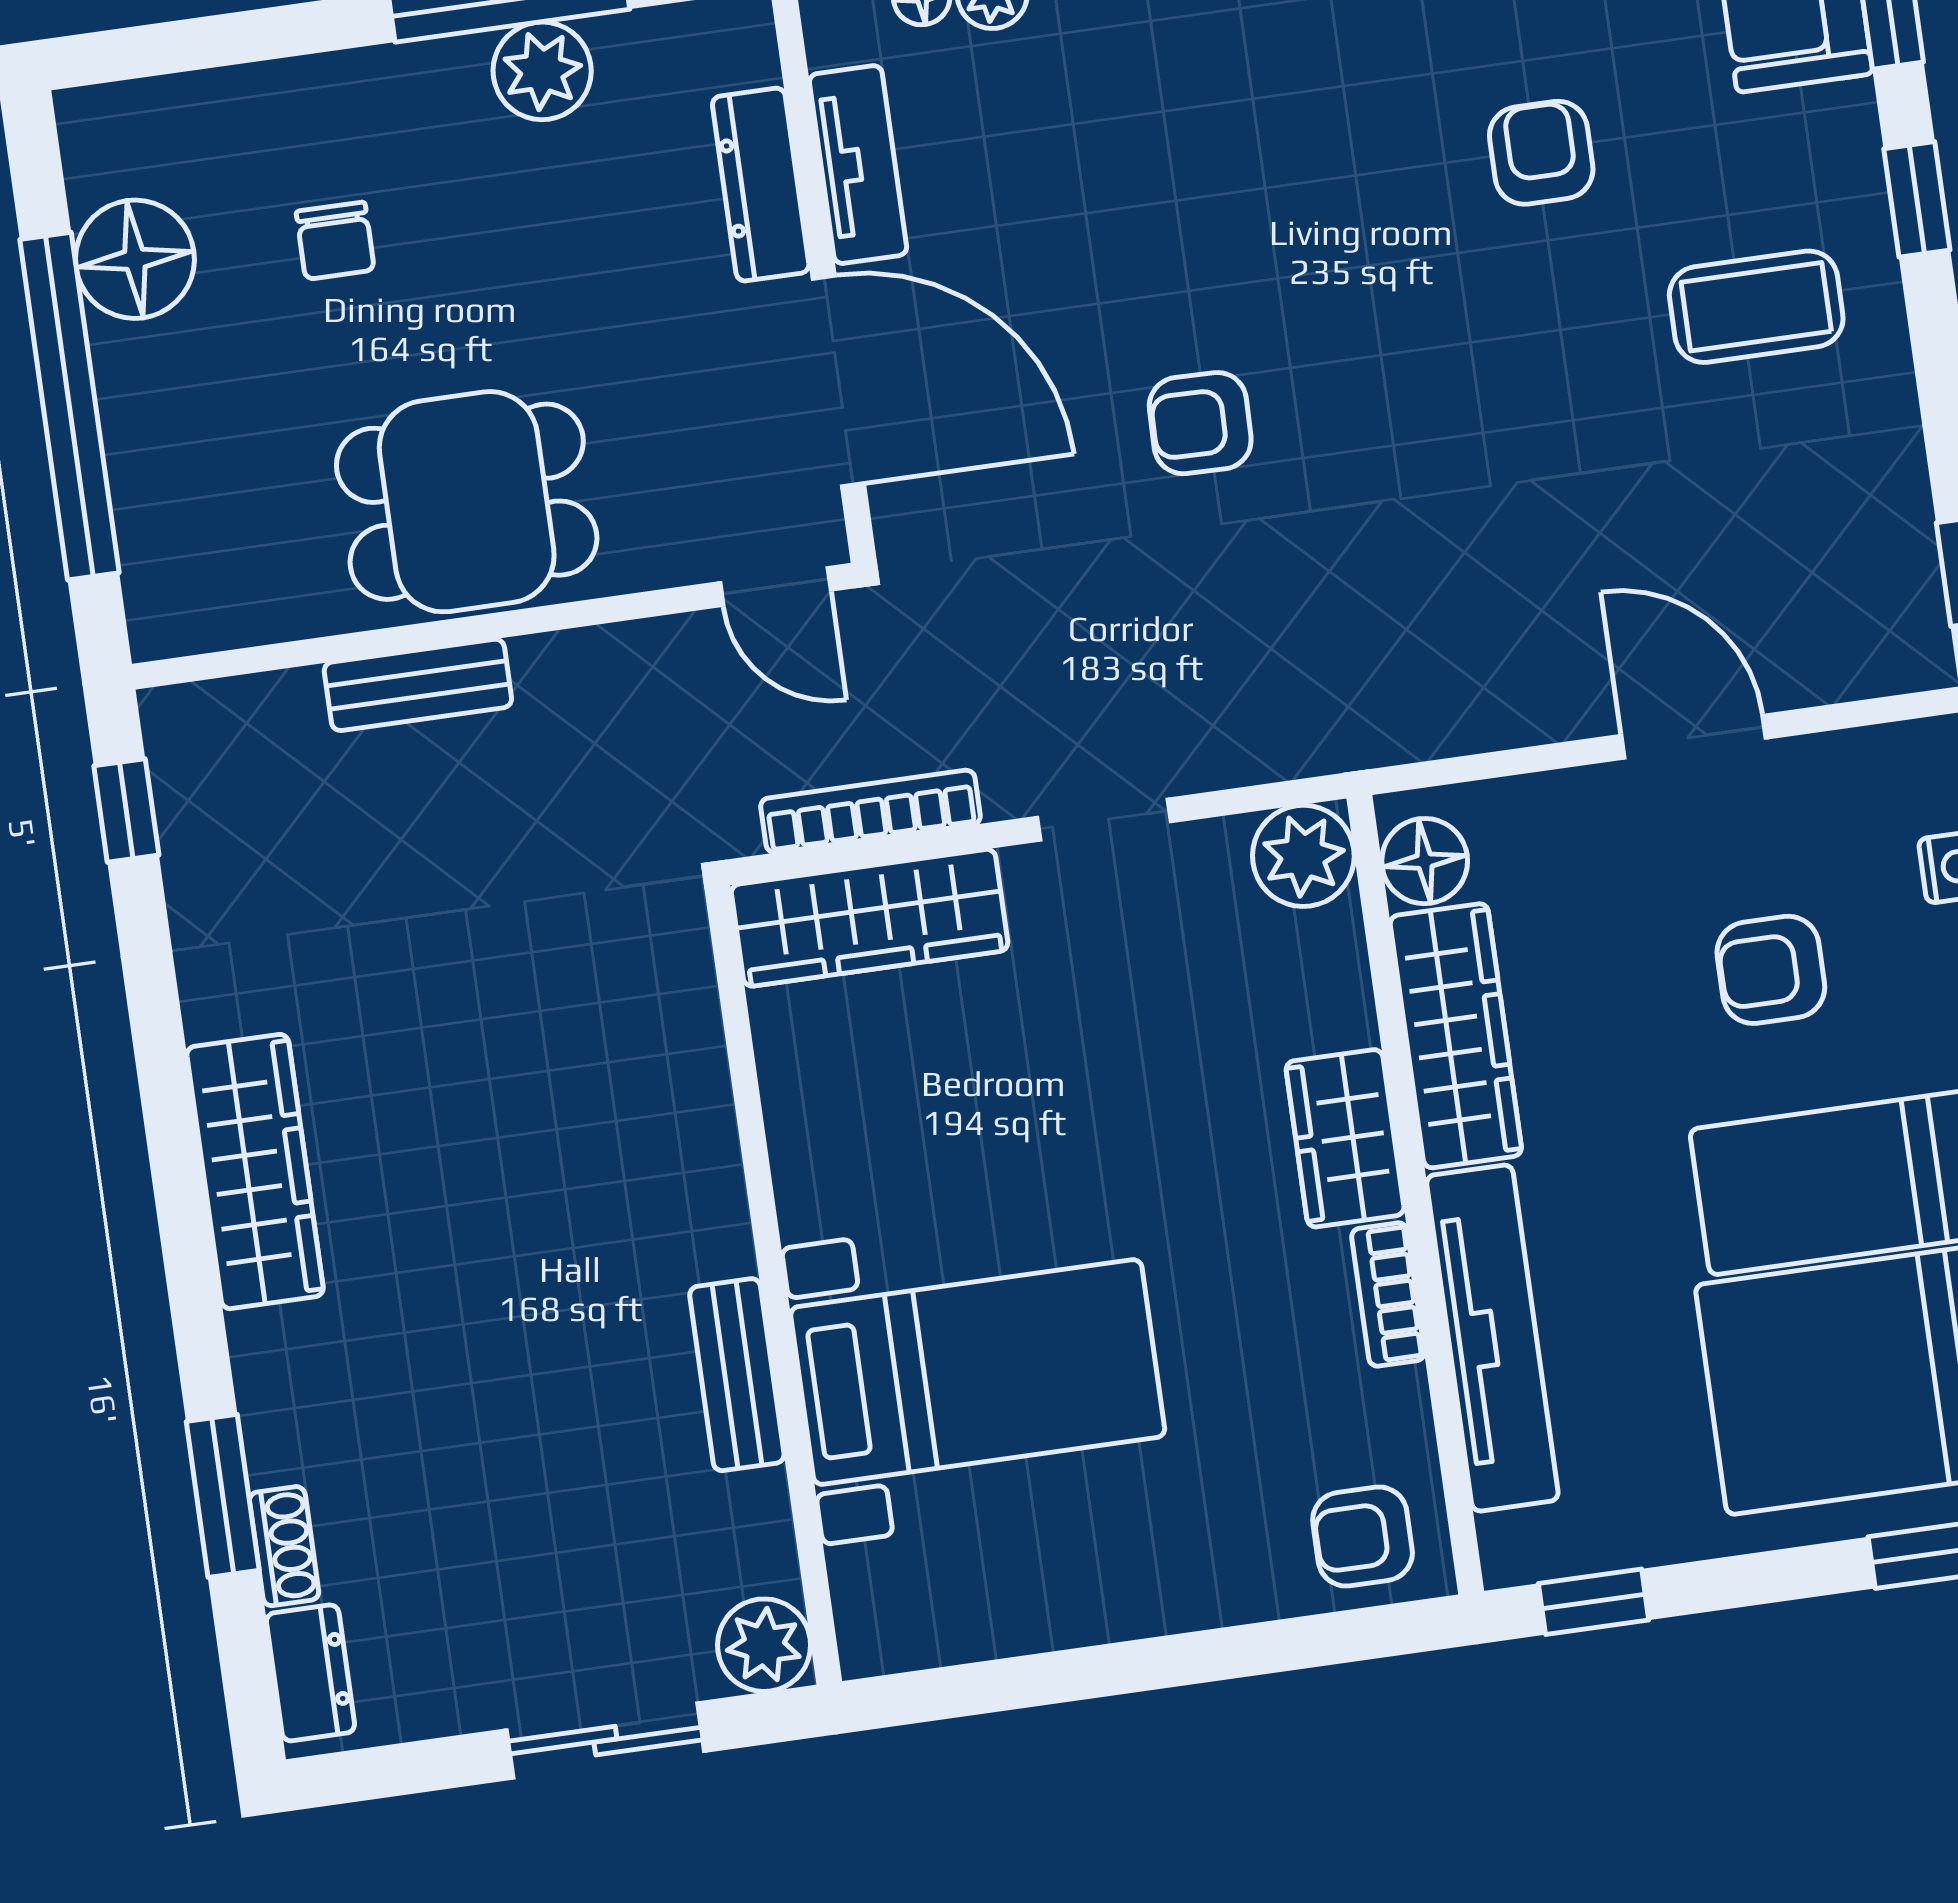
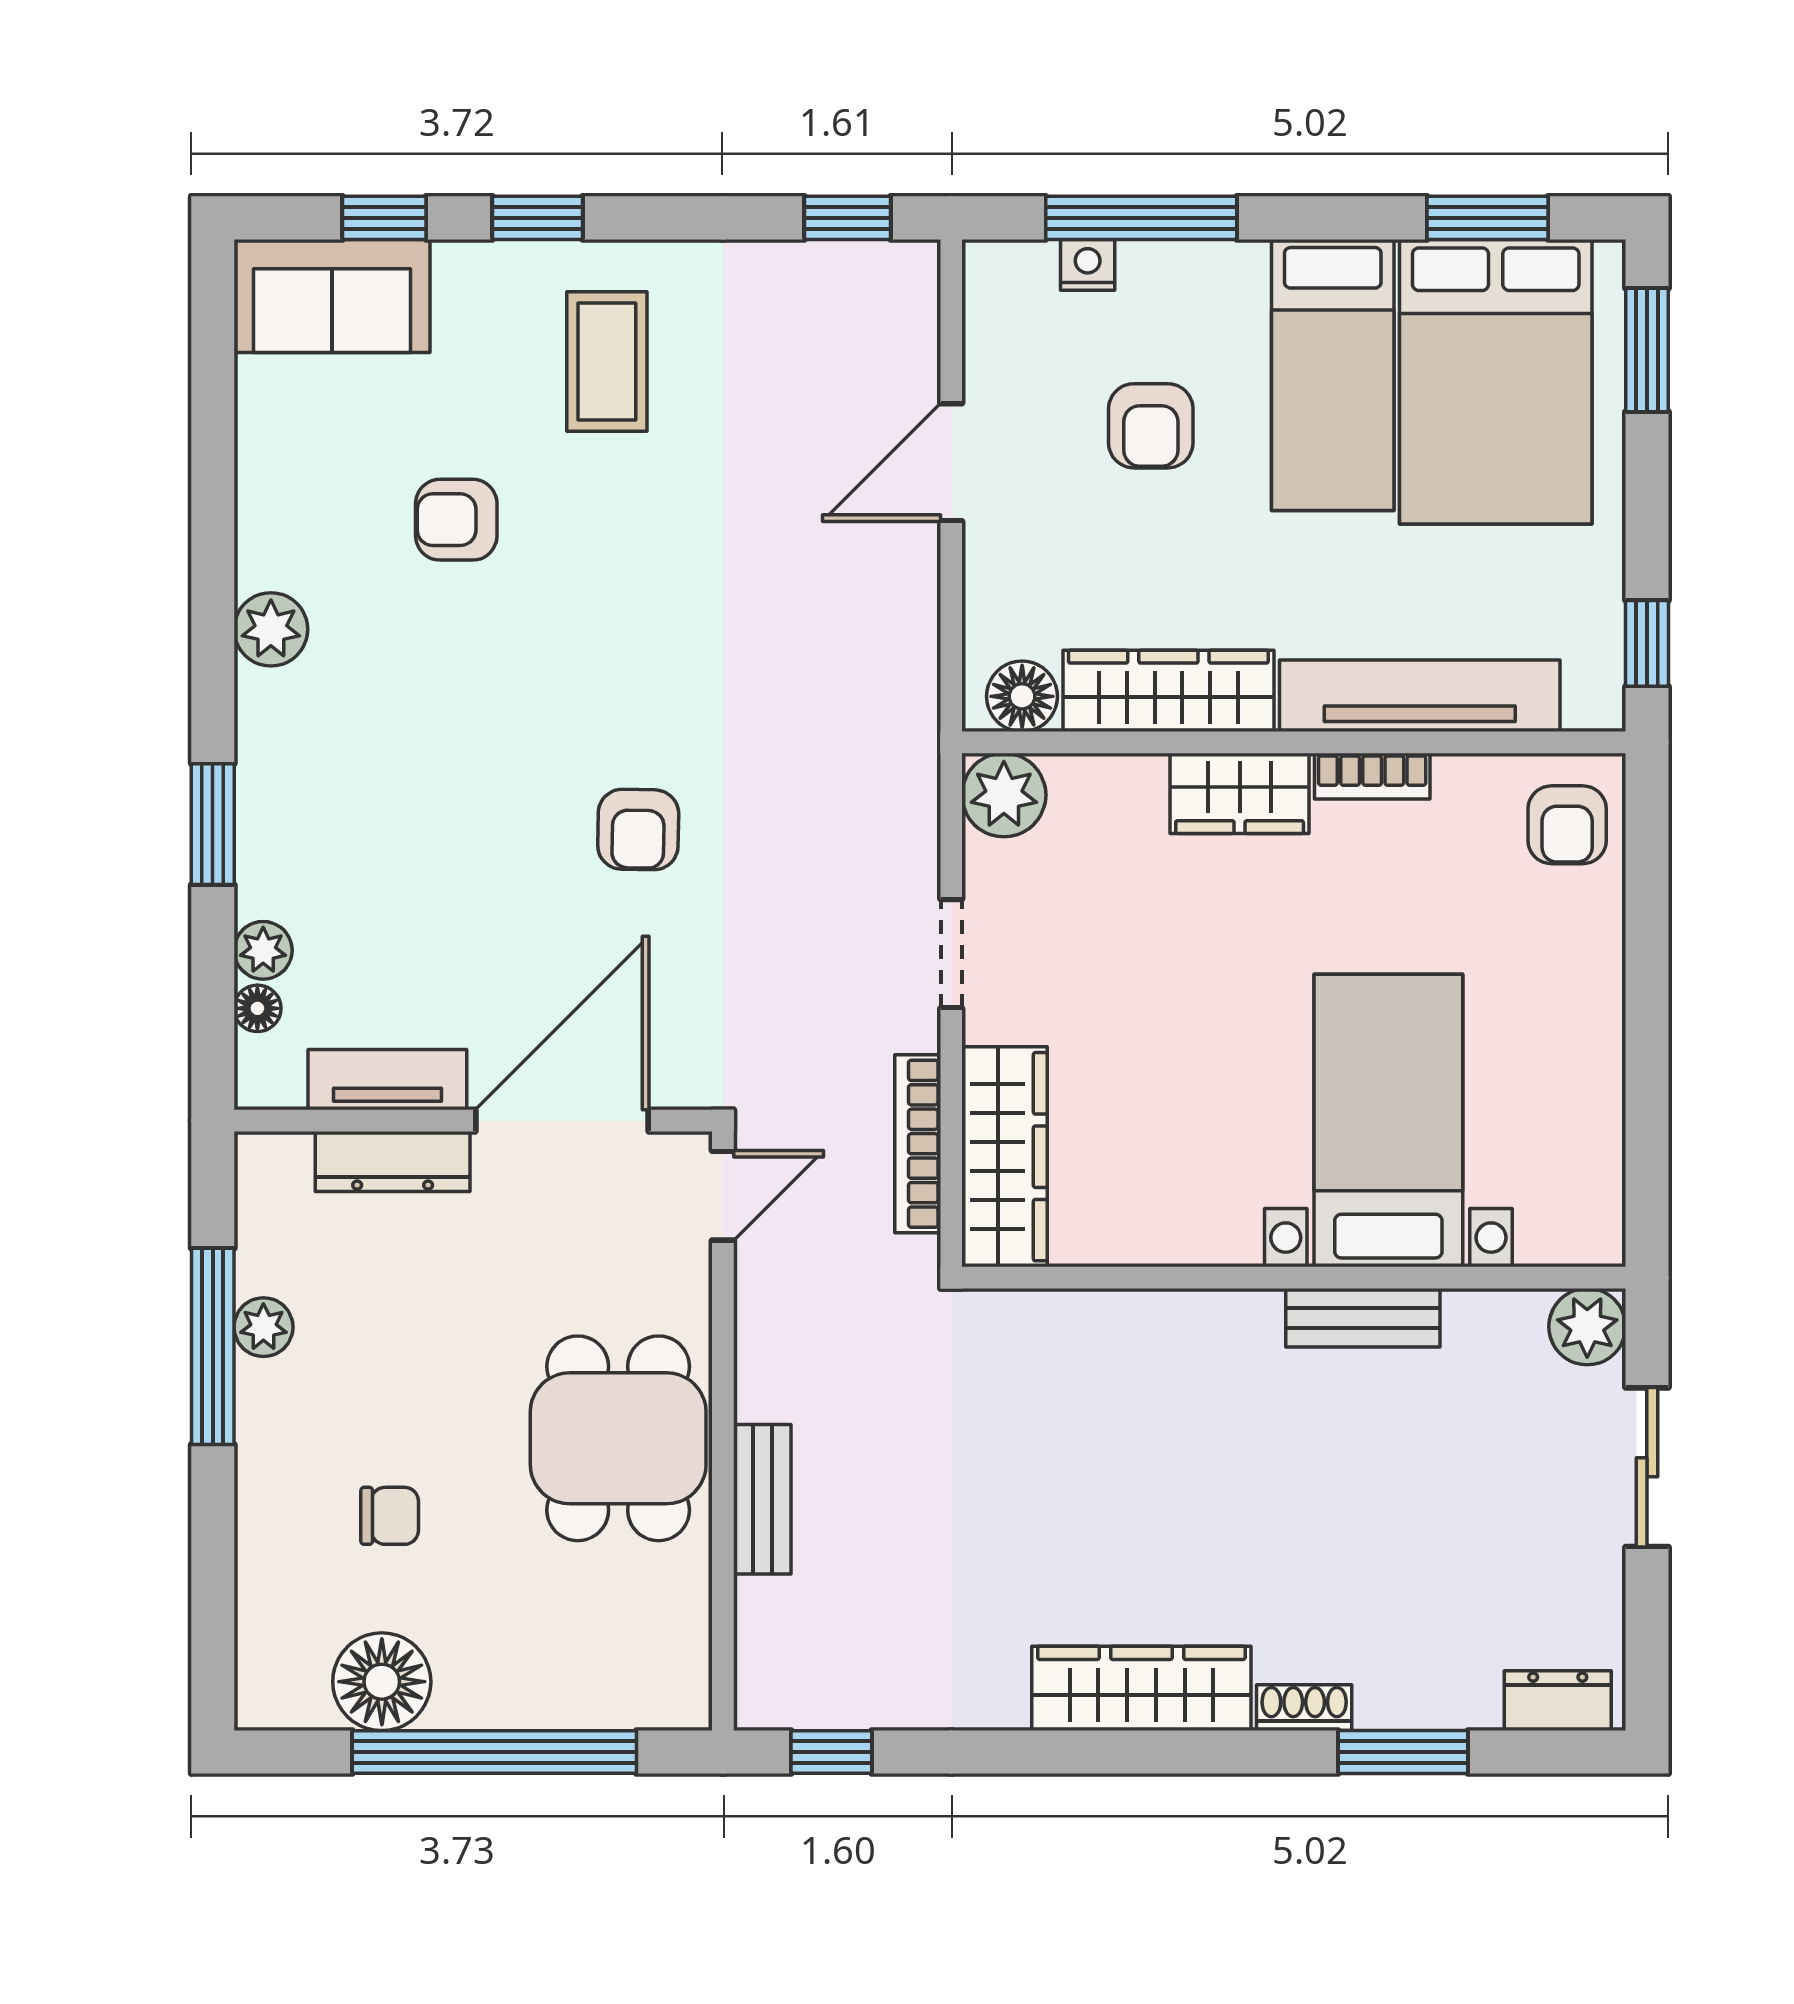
plant: (542, 71) -> (263, 1327), width x0.73, depth x0.73
shoe rack: (284, 1546) -> (1304, 1708), moved

